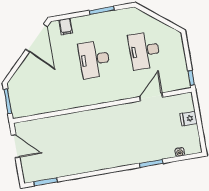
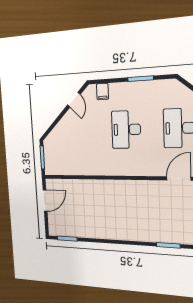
door: (37, 38) -> (74, 100), width x0.53
door: (16, 146) -> (45, 200), hinge flipped

